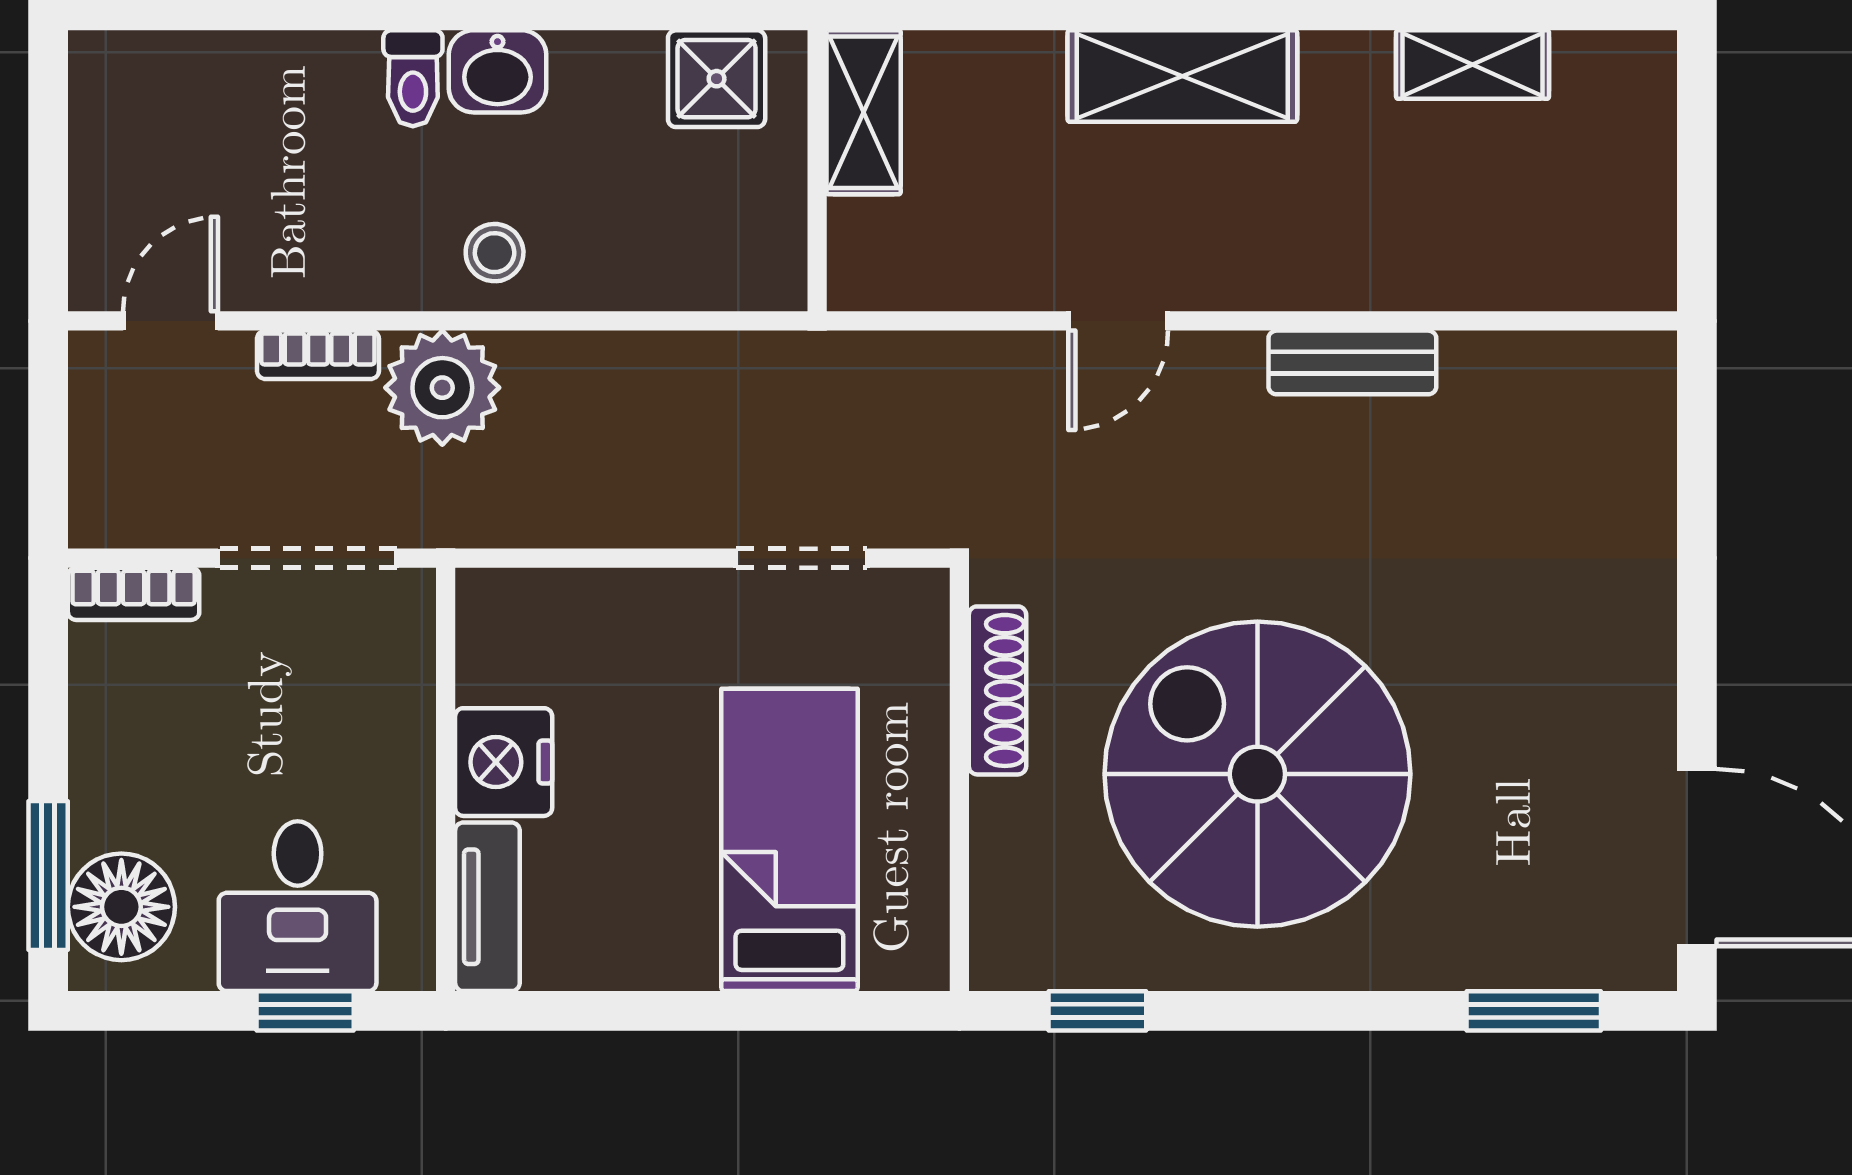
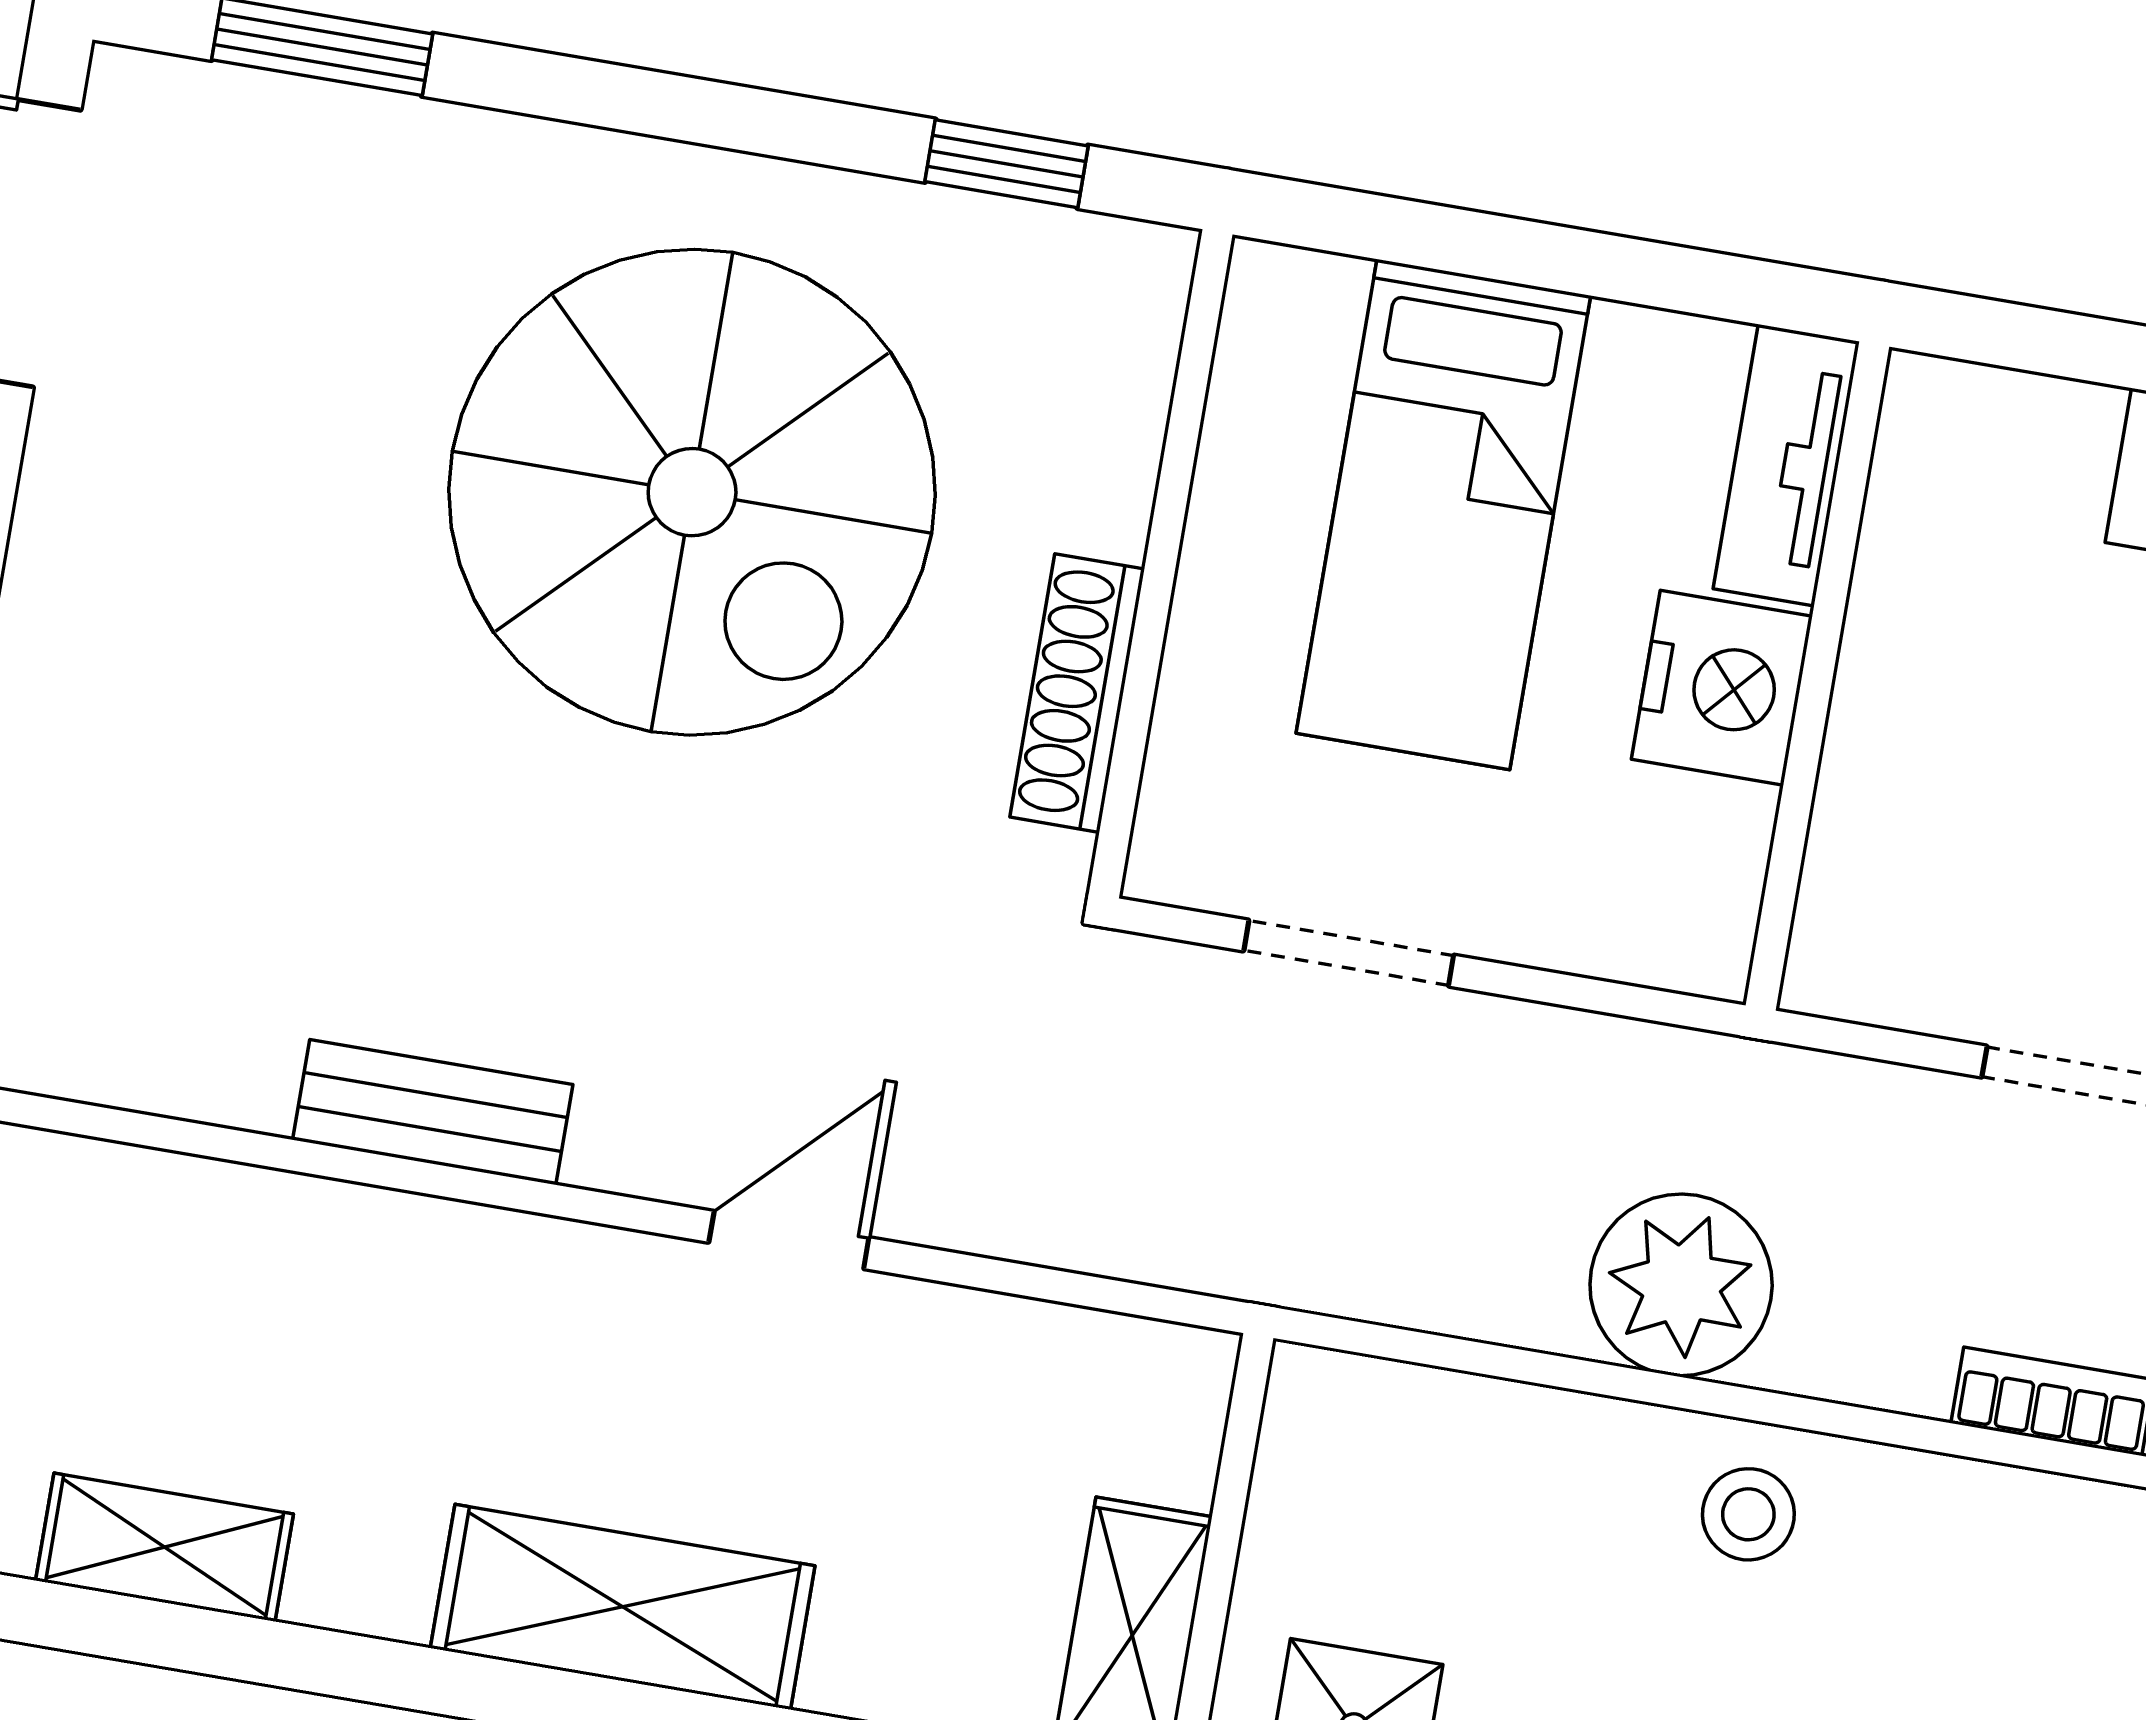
plant: (442, 388) -> (1681, 1285), moved
nightstand: (504, 762) -> (1722, 688), moved
wall: (446, 779) -> (1817, 676), moved
tv unit: (487, 907) -> (1786, 465), moved

